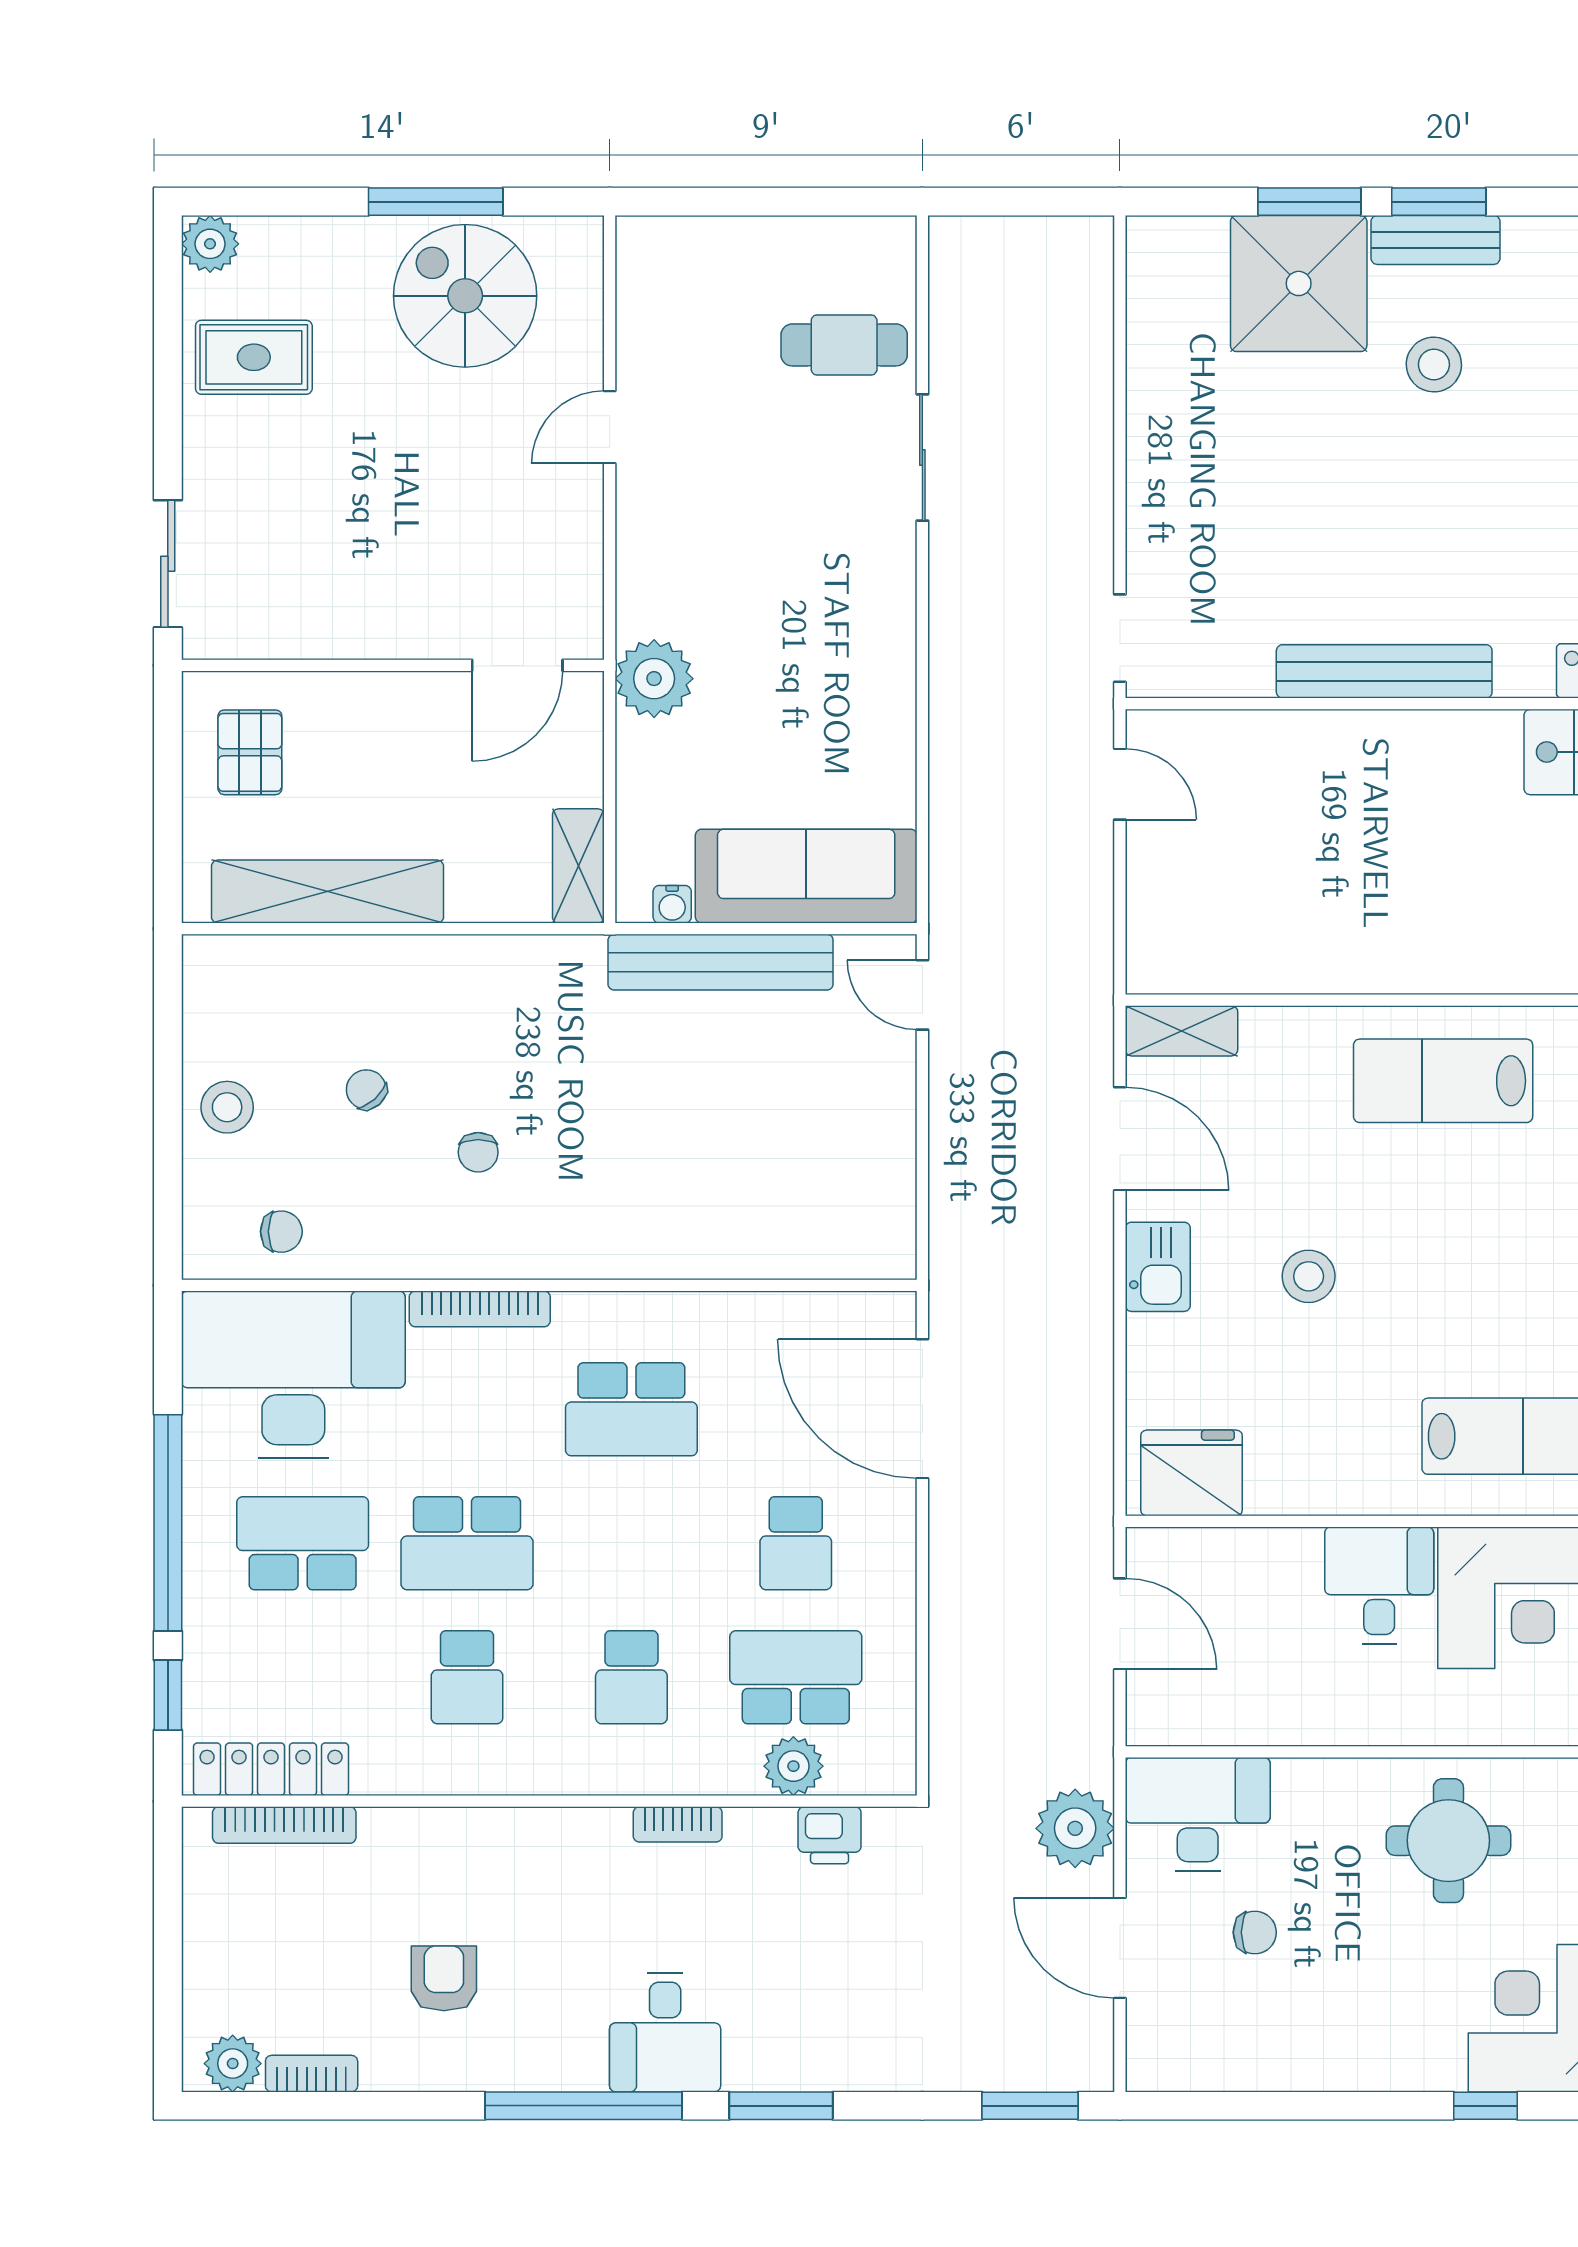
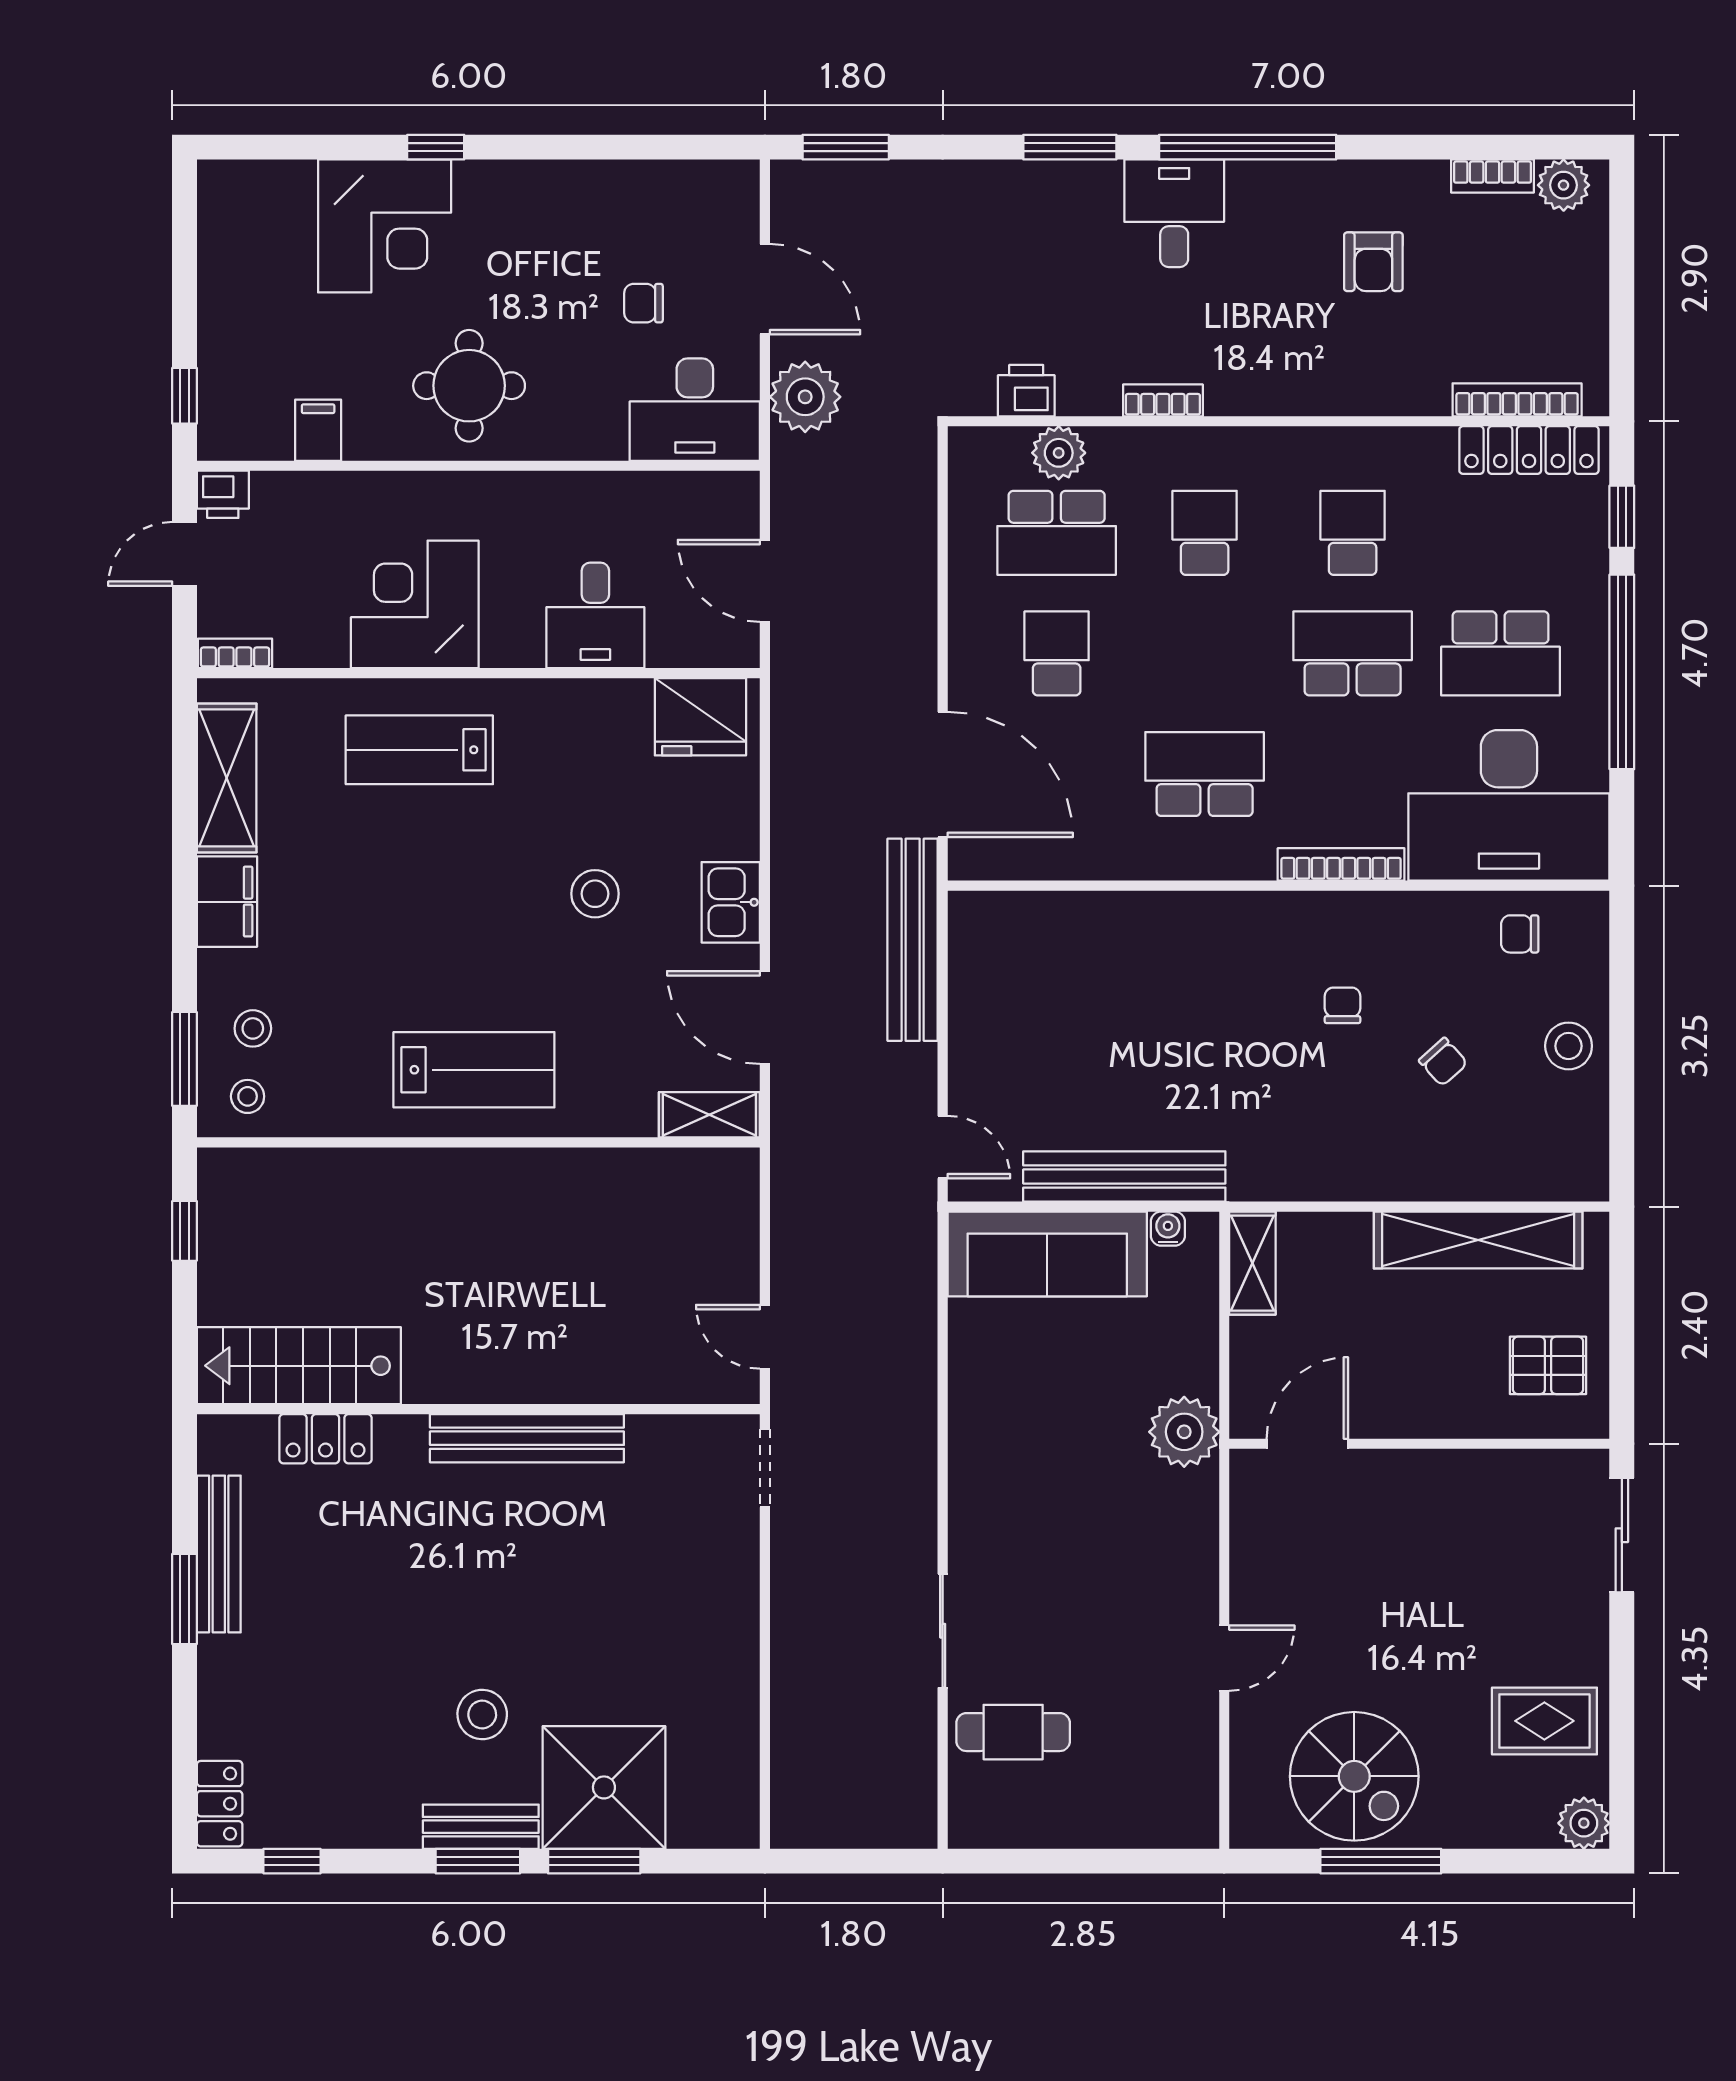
pallet: (250, 752) -> (1548, 1365), turned 90
bench: (956, 1225) -> (913, 940), added
desk: (1379, 1585) -> (595, 615), moved

